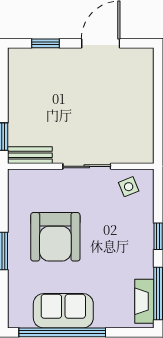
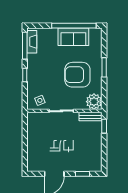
plant: (23, 184) -> (94, 102), added
armchair: (55, 237) -> (77, 75), turned -90

